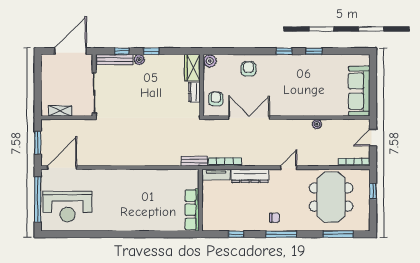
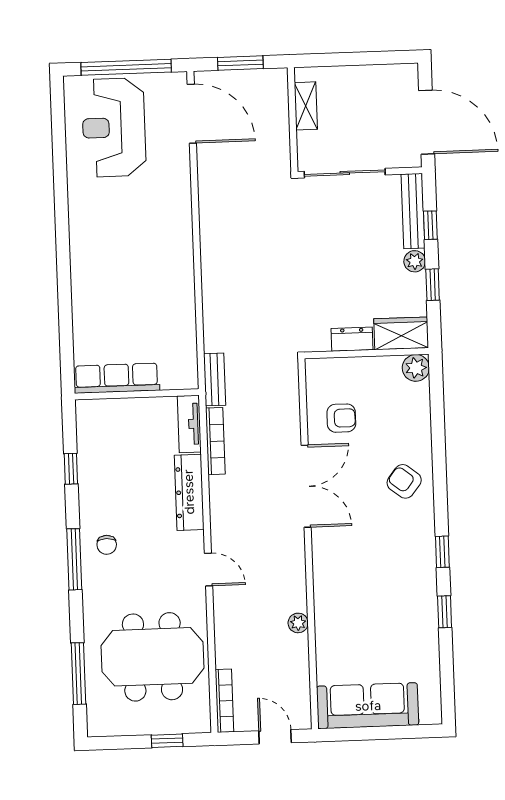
plant: (210, 61) -> (416, 368), moved
wardrobe: (192, 68) -> (401, 333), moved
armchair: (248, 69) -> (404, 481), turned -142
wall: (202, 85) -> (366, 353), moved
dresser: (194, 92) -> (352, 339), moved

